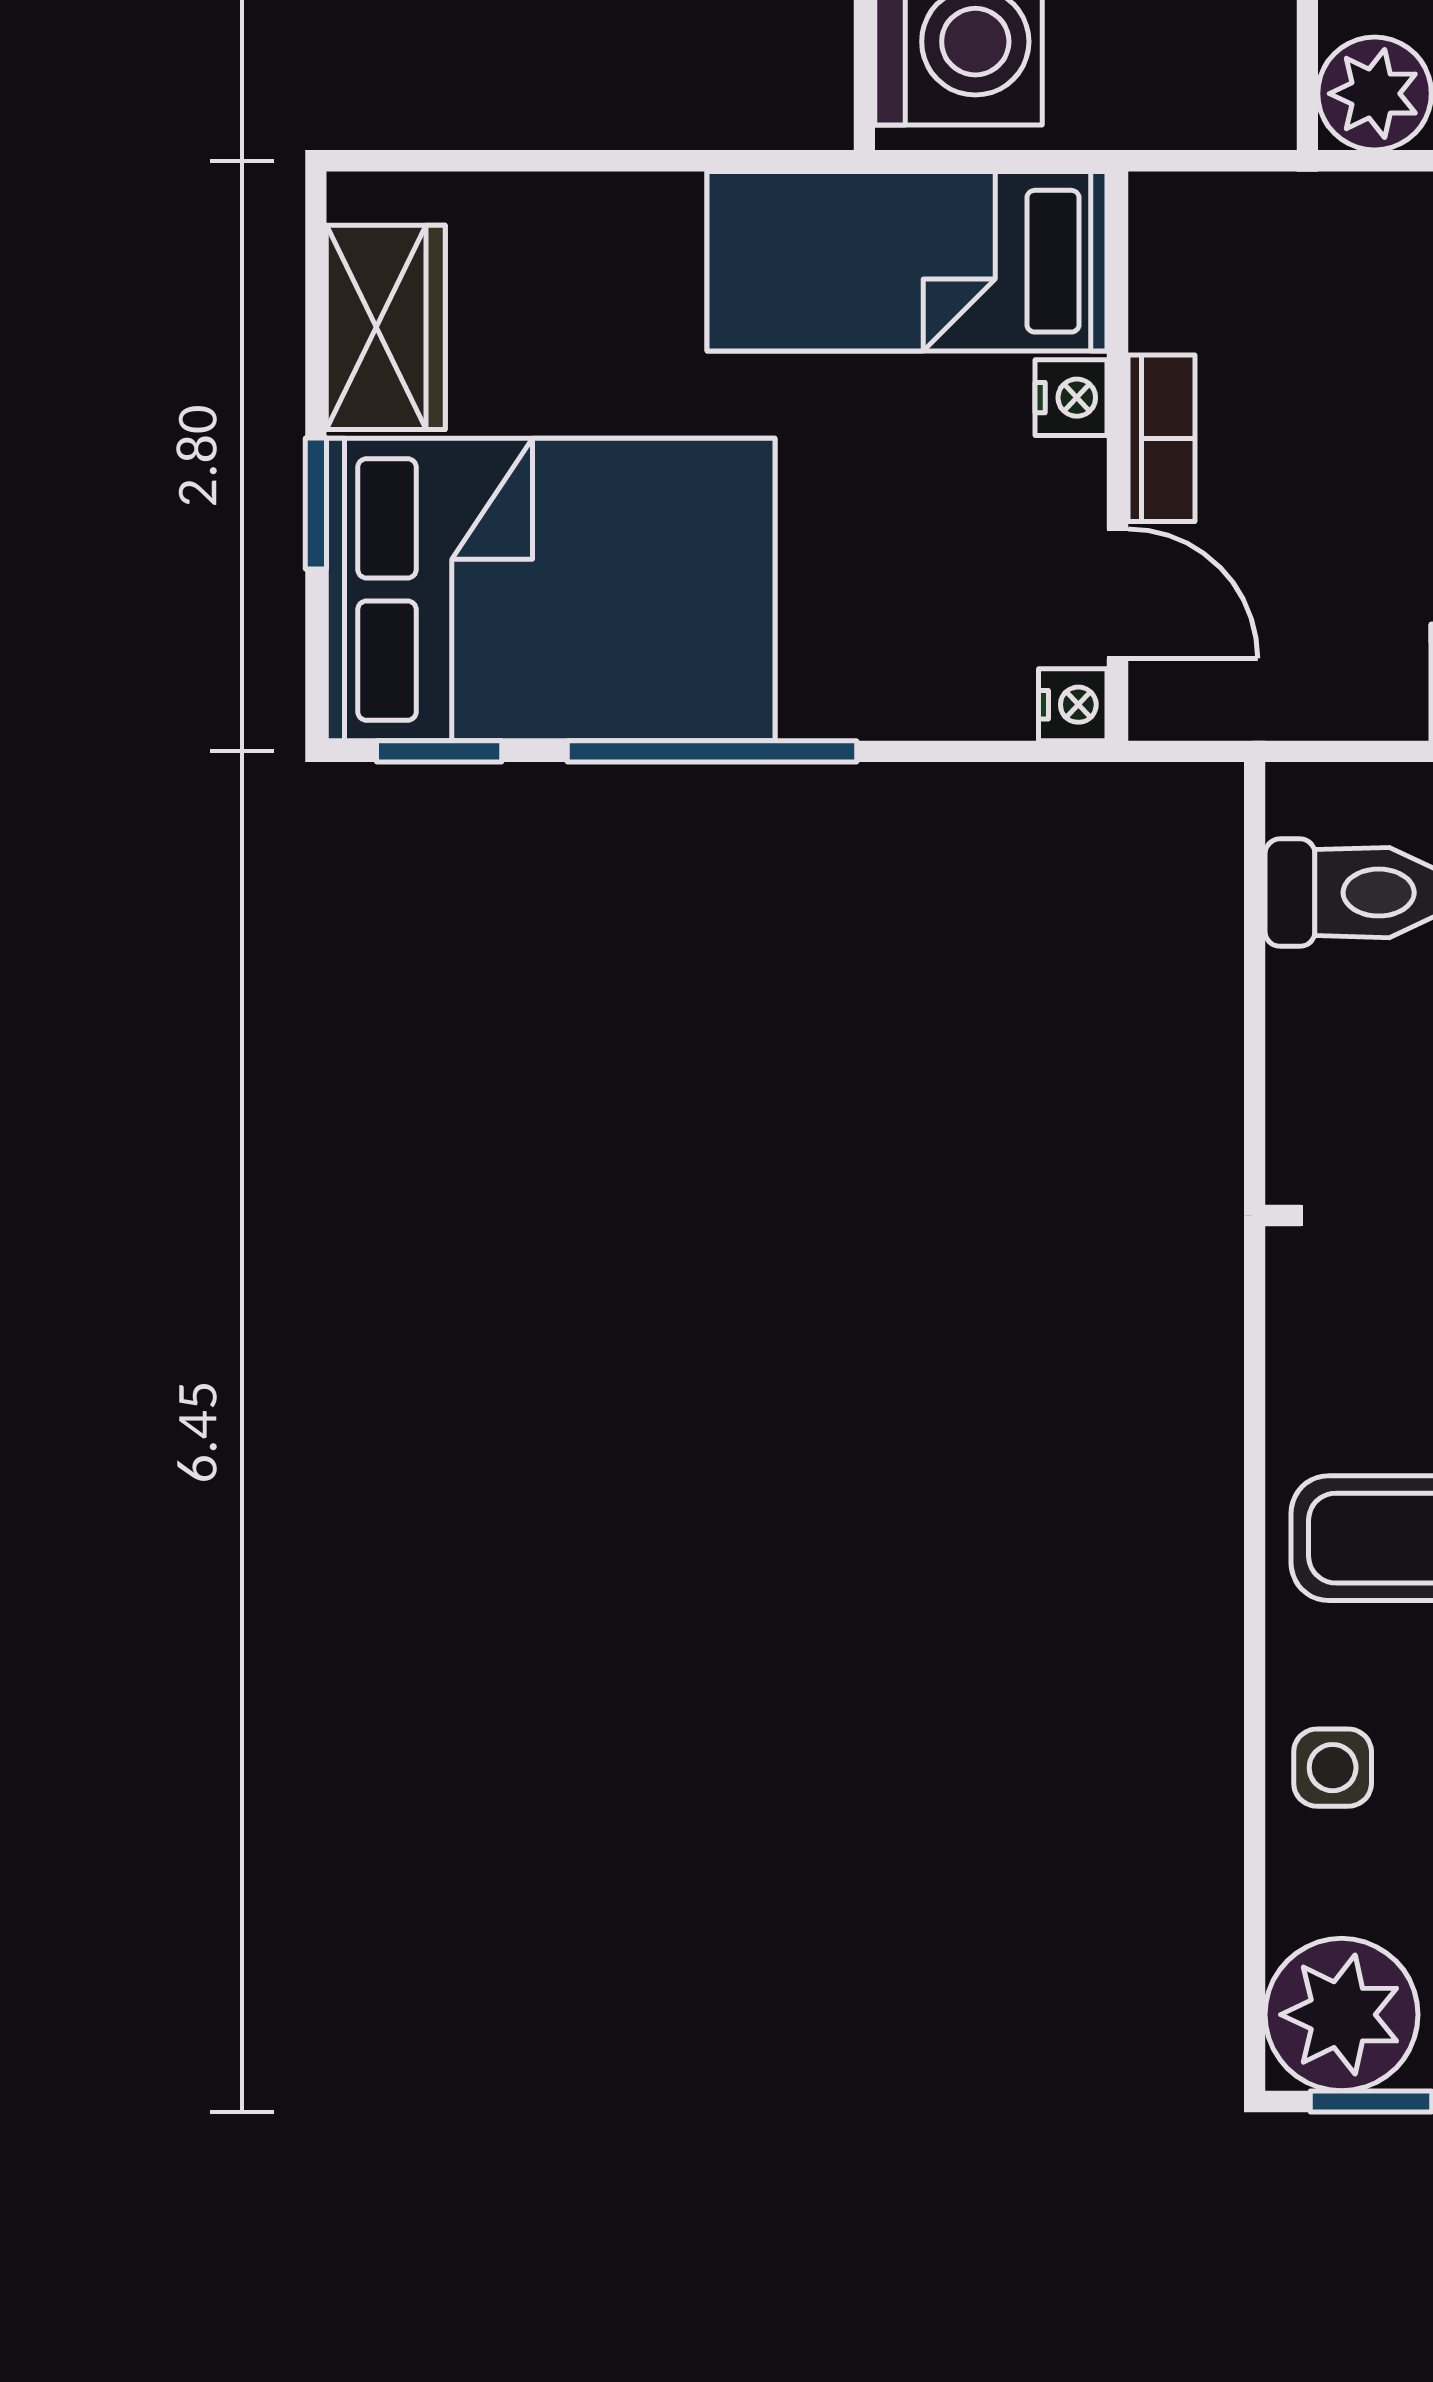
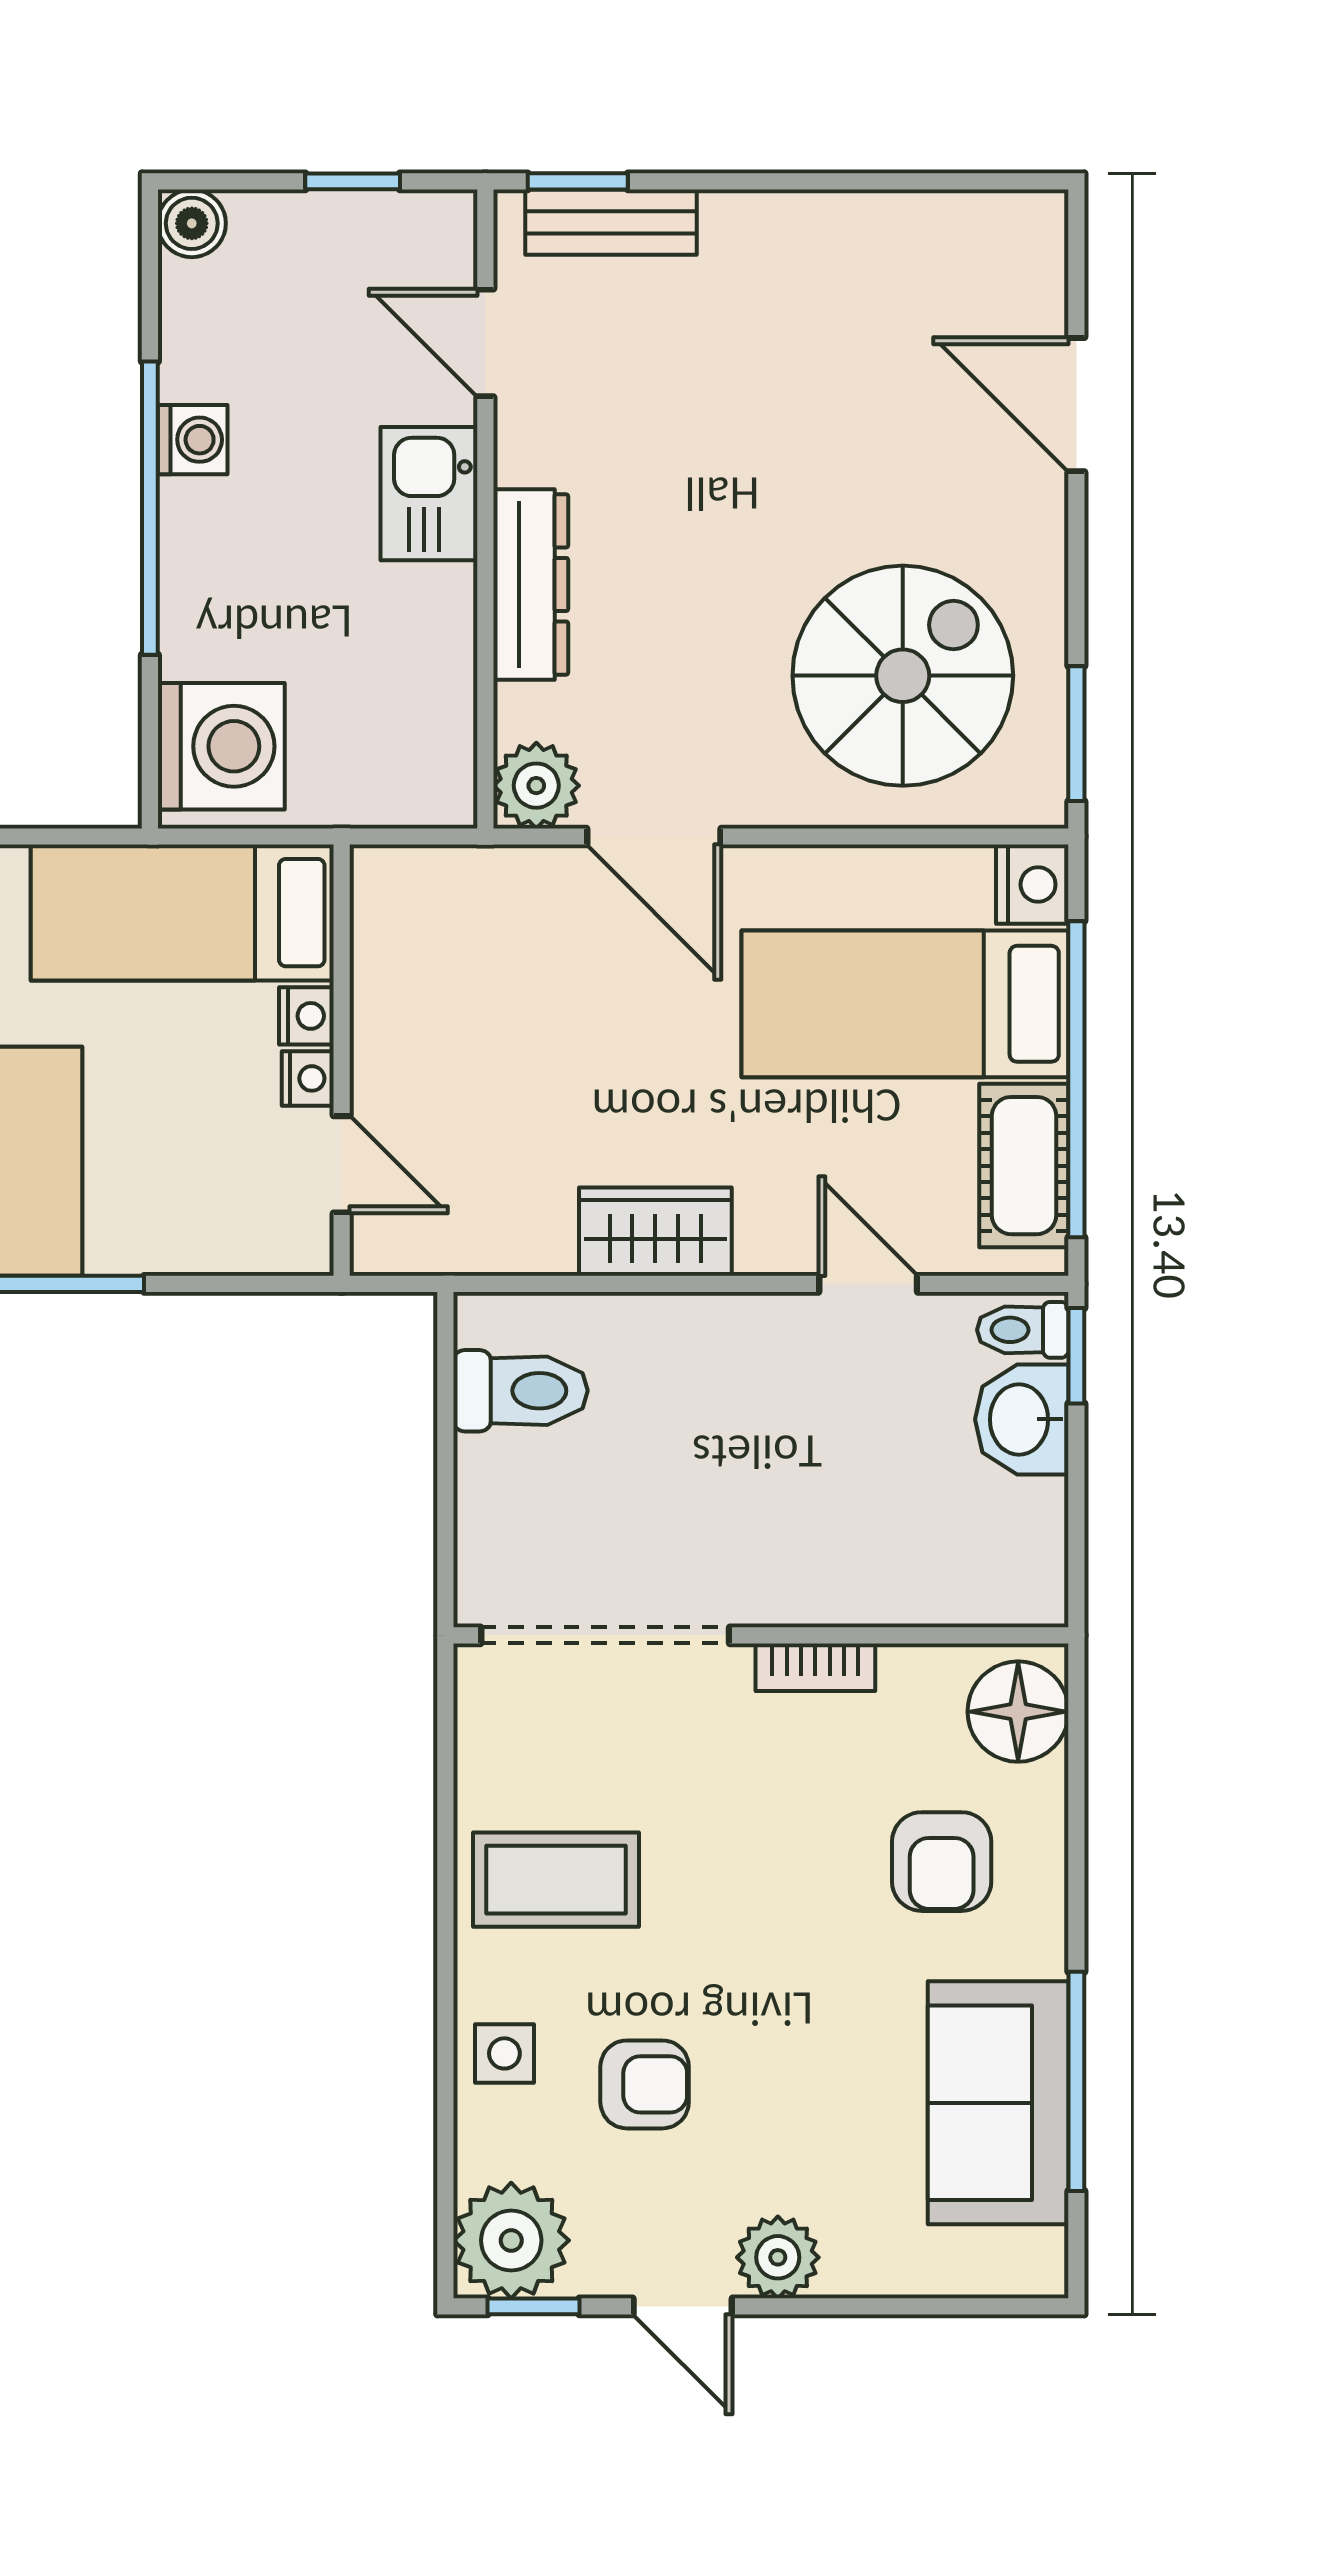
bookcase: (1161, 438) -> (375, 1047), removed
nightstand: (1073, 705) -> (308, 1078), moved

